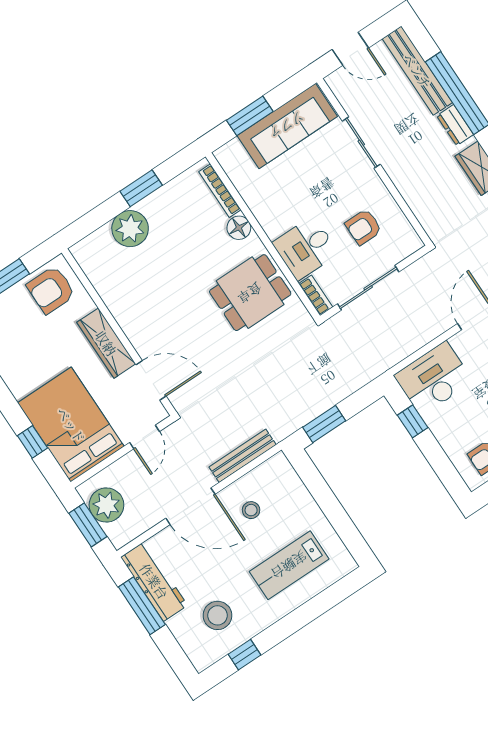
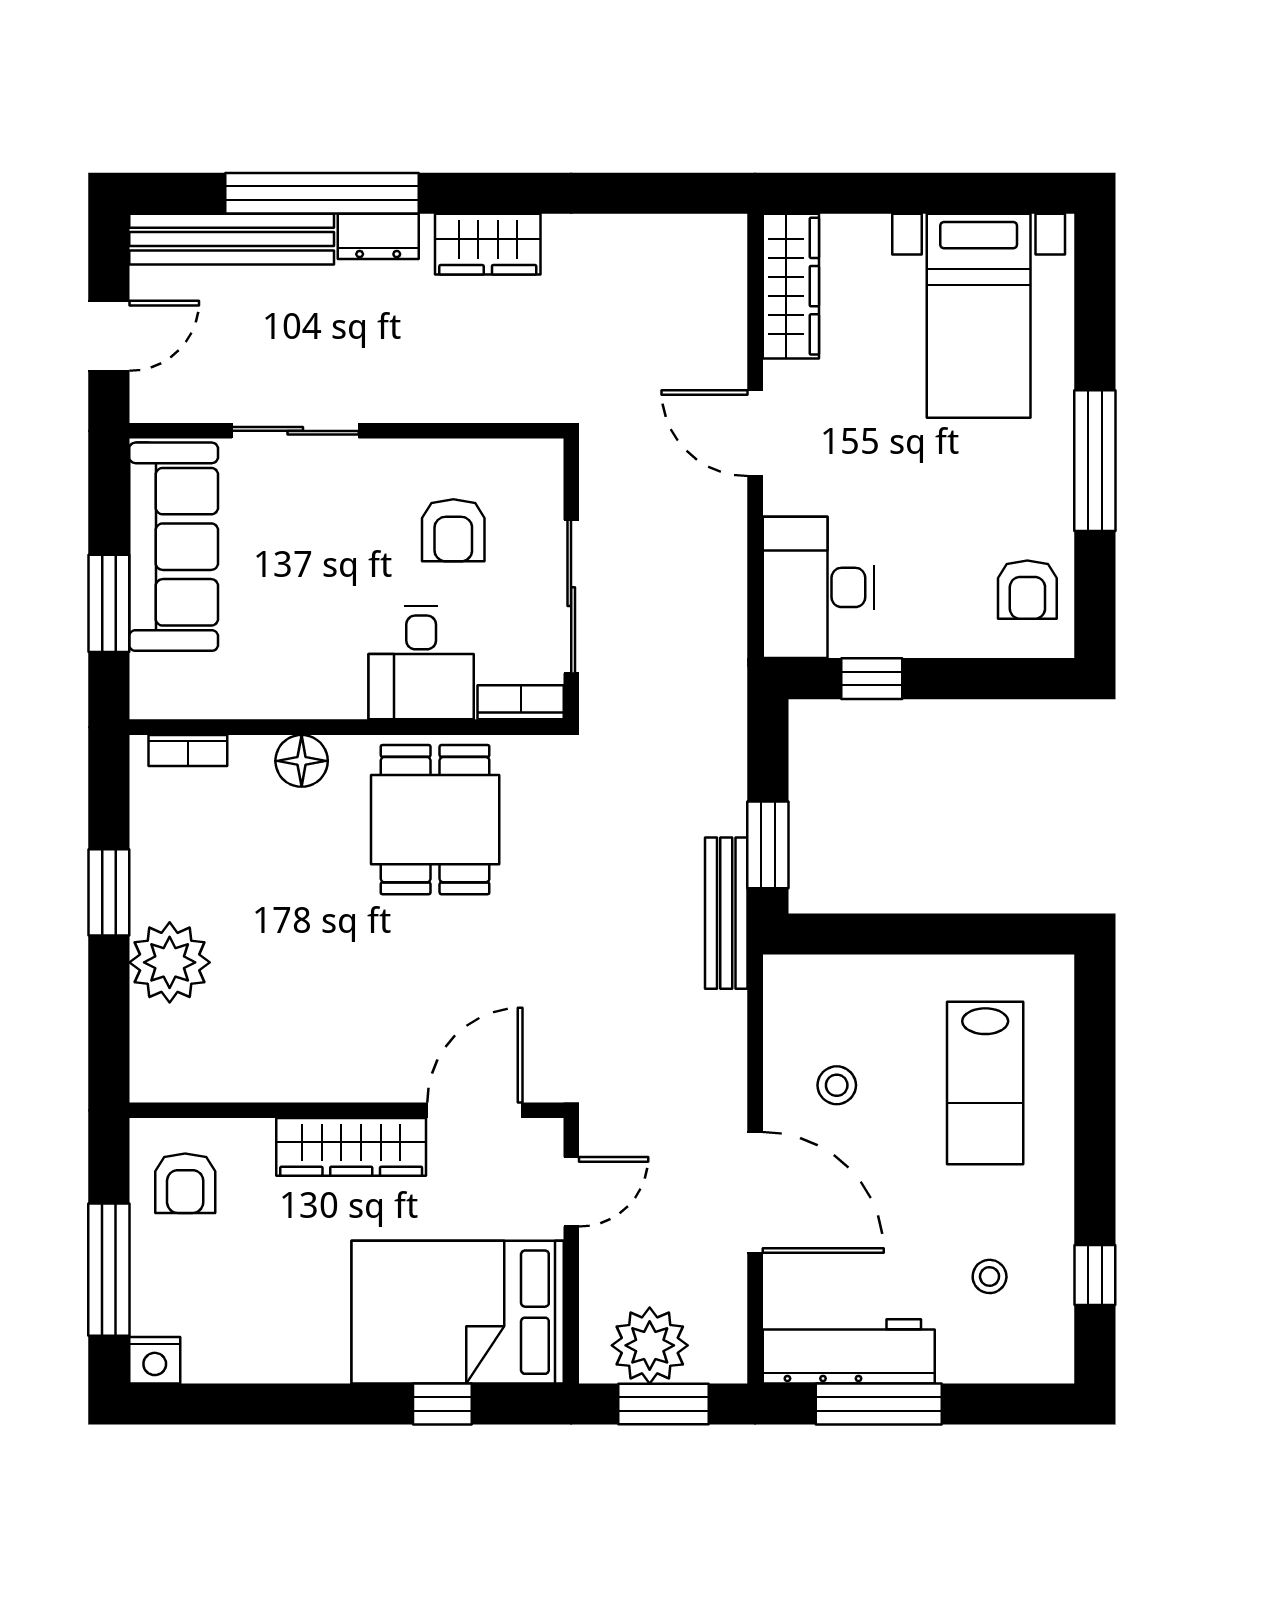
bookcase: (220, 191) -> (188, 750), width x0.64
armchair: (51, 290) -> (185, 1183), width x0.72, depth x0.72
door: (144, 437) -> (571, 1192), hinge flipped
bench: (243, 456) -> (726, 913), moved
door: (190, 506) -> (755, 1192), hinge flipped
stool: (217, 615) -> (990, 1276), width x0.53, depth x0.53

